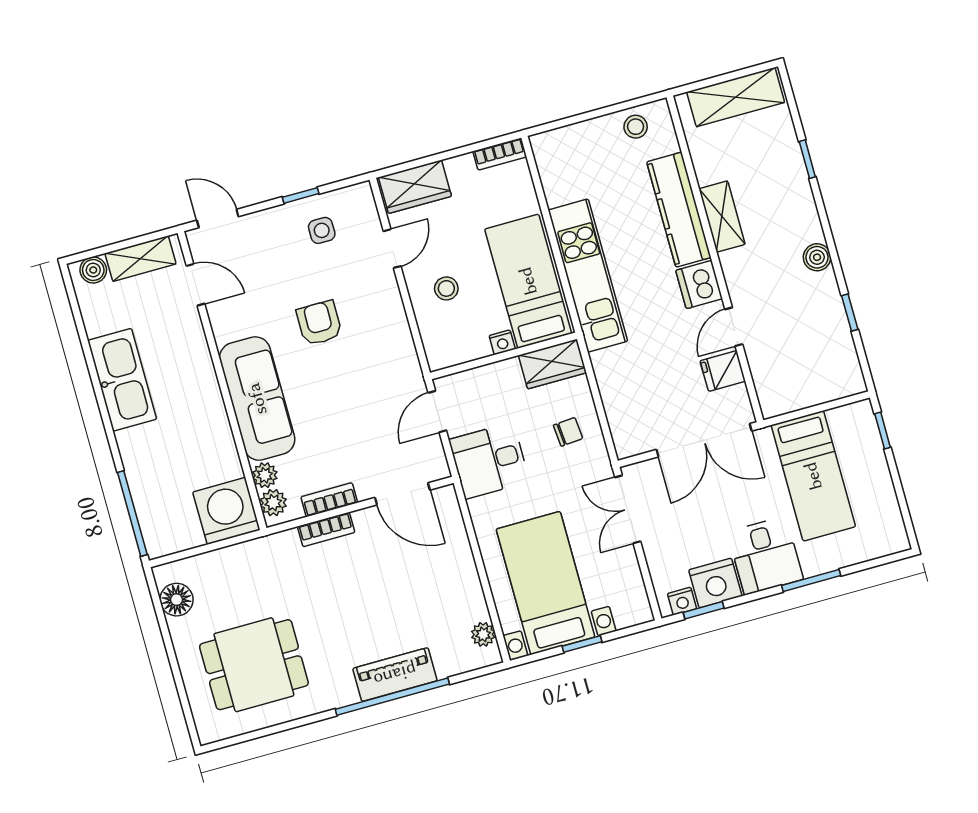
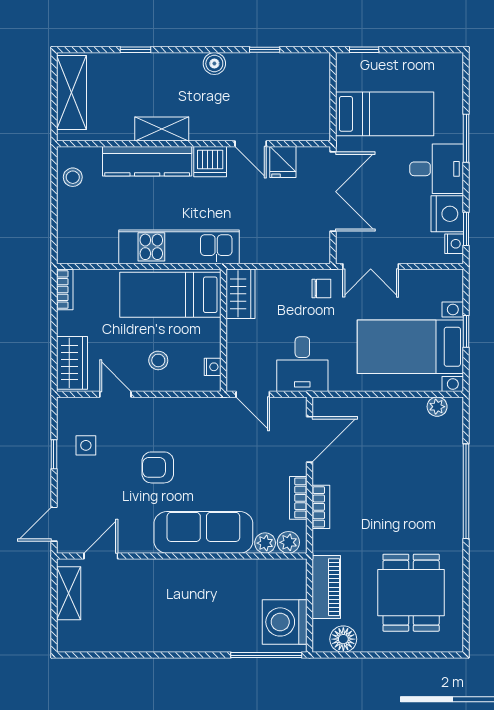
boiler: (93, 270) -> (67, 633), removed
nightstand: (502, 342) -> (213, 367), moved
kitchen sink: (122, 380) -> (159, 634), removed
chair: (568, 432) -> (321, 289), moved, turned 95
washing machine: (226, 511) -> (285, 622), moved
piano: (395, 675) -> (326, 587), moved, turned 180

